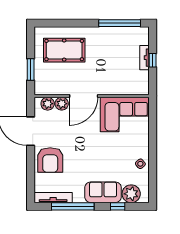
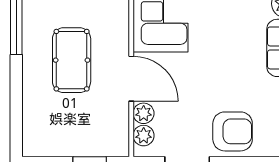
pool table: (64, 50) -> (72, 60), moved

